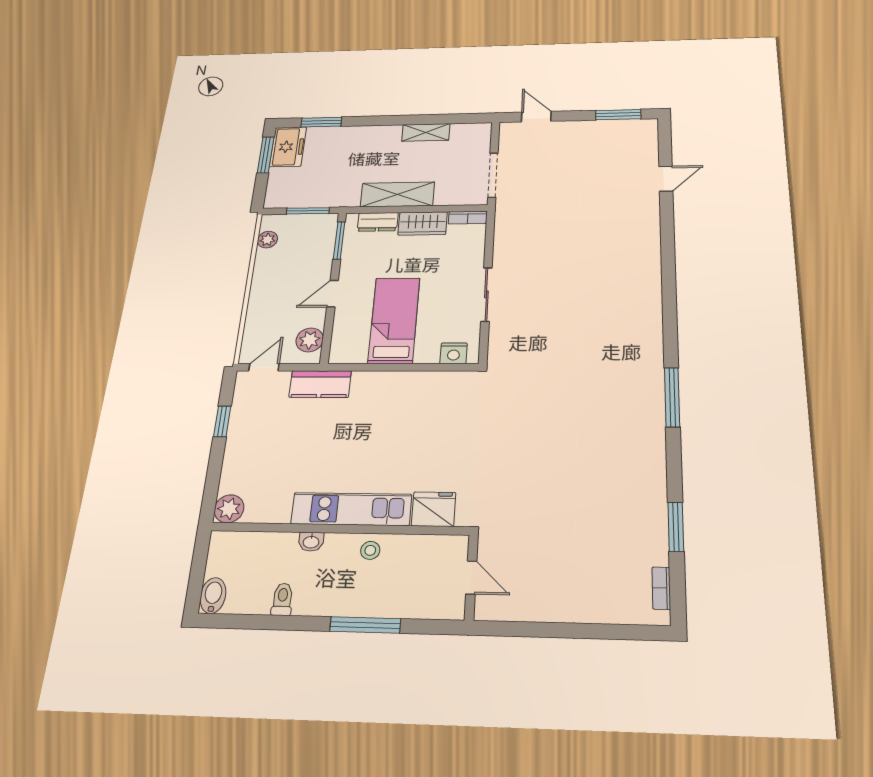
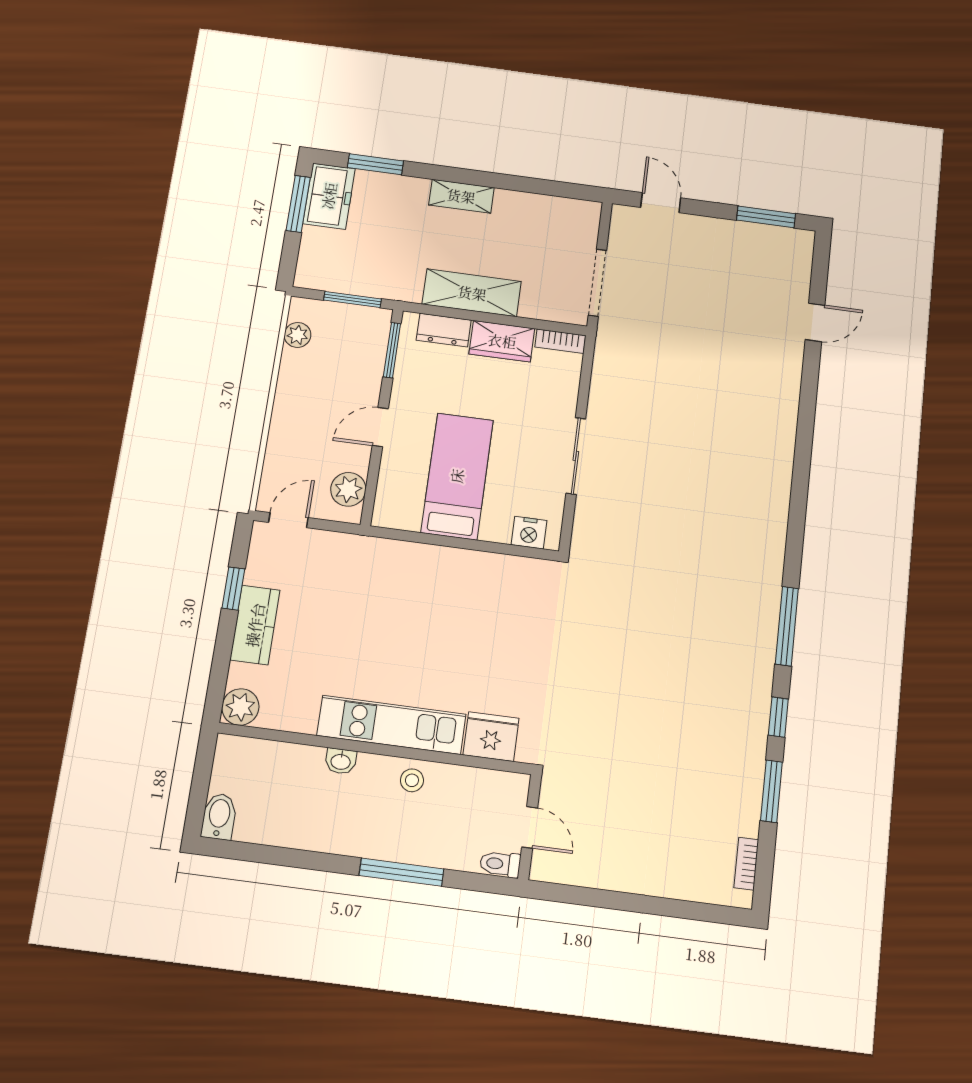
shelving: (426, 132) -> (461, 196), moved
kitchen counter: (320, 384) -> (255, 625), moved, turned -90
window: (674, 468) -> (778, 717), added
toilet: (282, 599) -> (500, 864), moved, turned -90

